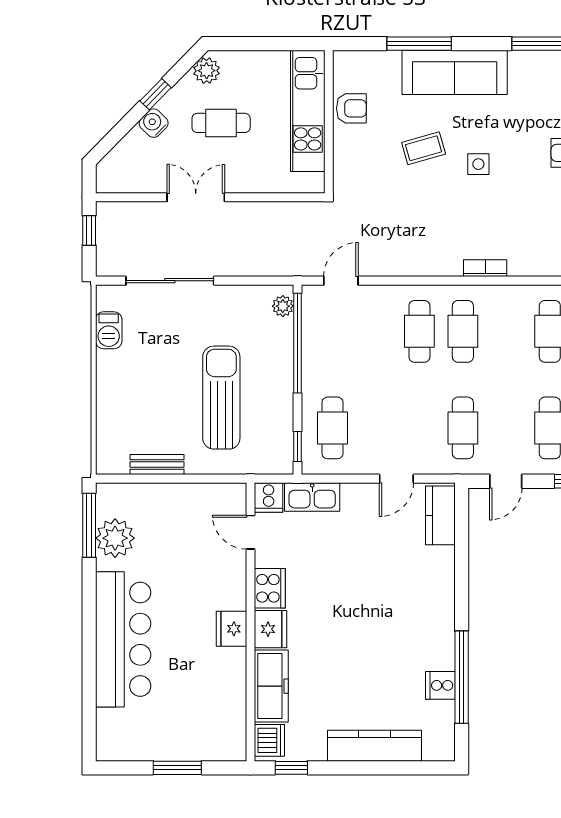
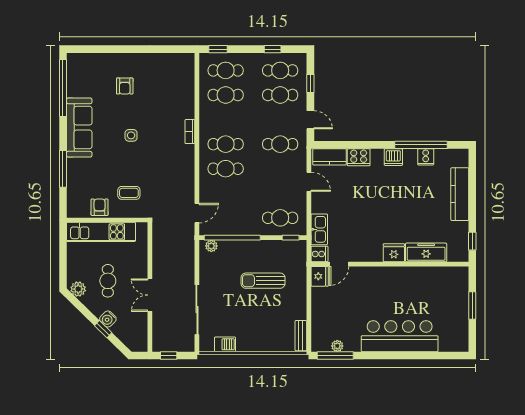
sofa: (455, 72) -> (79, 128), moved
window: (156, 94) -> (103, 329), moved
coffee table: (424, 148) -> (129, 193), moved, turned -74
door: (341, 281) -> (197, 213), swing flipped
sun lounger: (221, 398) -> (263, 281), width x0.73, depth x0.75
bench: (157, 464) -> (301, 336), moved
plant: (115, 538) -> (337, 346), width x0.53, depth x0.53
cooker: (270, 588) -> (359, 157), moved, turned 180
fridge: (231, 629) -> (320, 276), moved, turned -90
dishwasher: (269, 740) -> (393, 157), moved, turned 180

